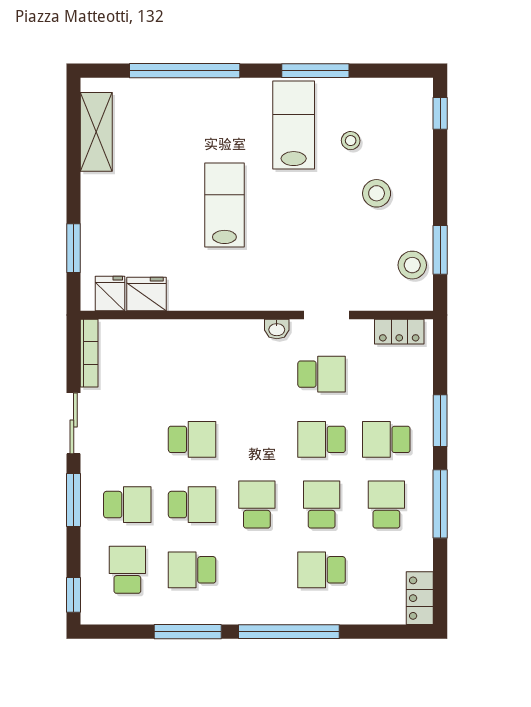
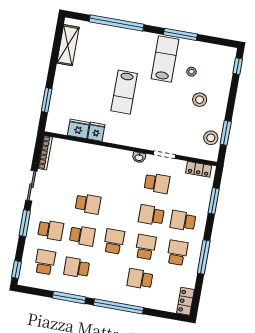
lab bench: (224, 205) -> (124, 92), turned 180
fridge: (110, 293) -> (96, 132), moved
window: (440, 421) -> (214, 201), moved

